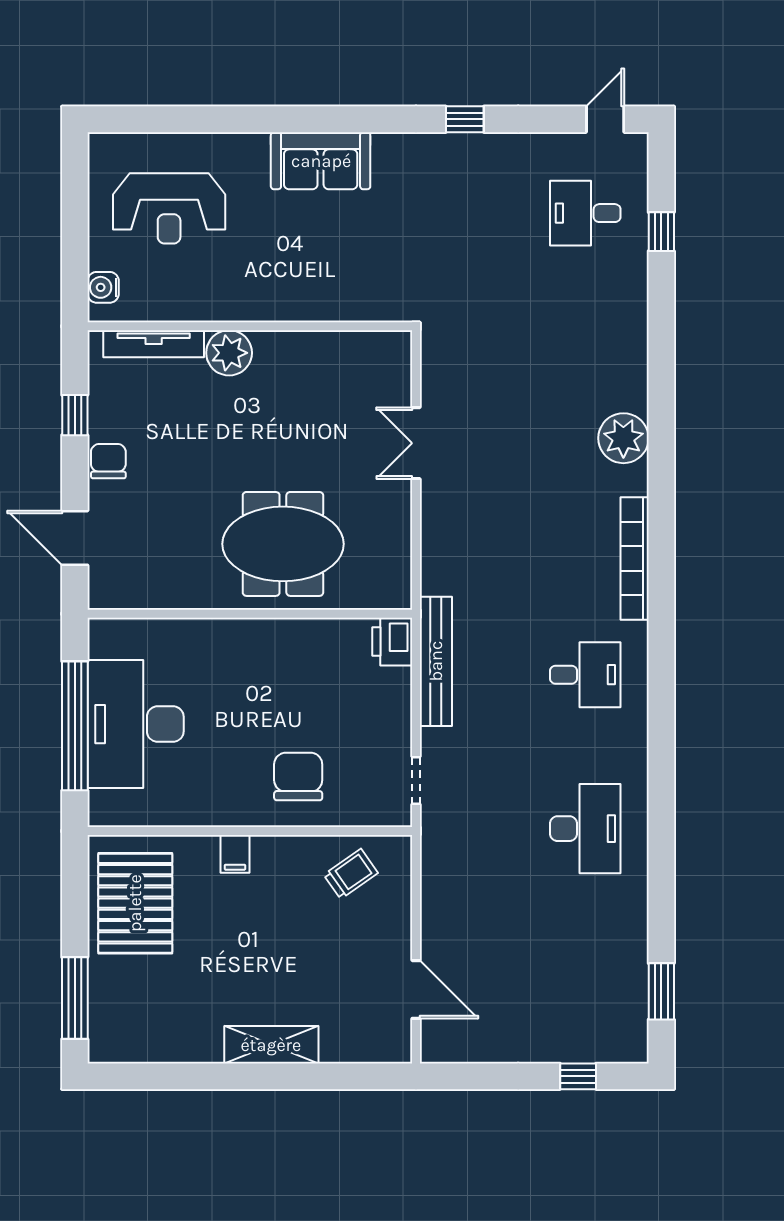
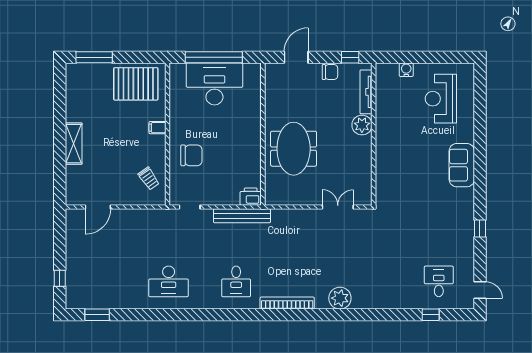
wall: (250, 326) -> (374, 134), moved
tv unit: (154, 344) -> (366, 92), moved
plant: (229, 353) -> (362, 125), moved

